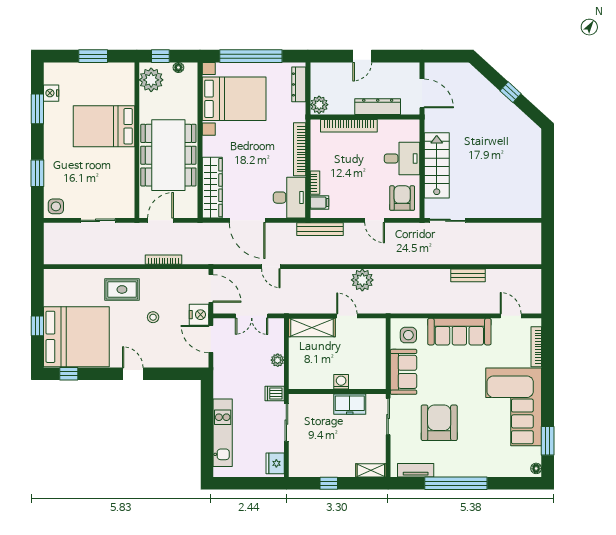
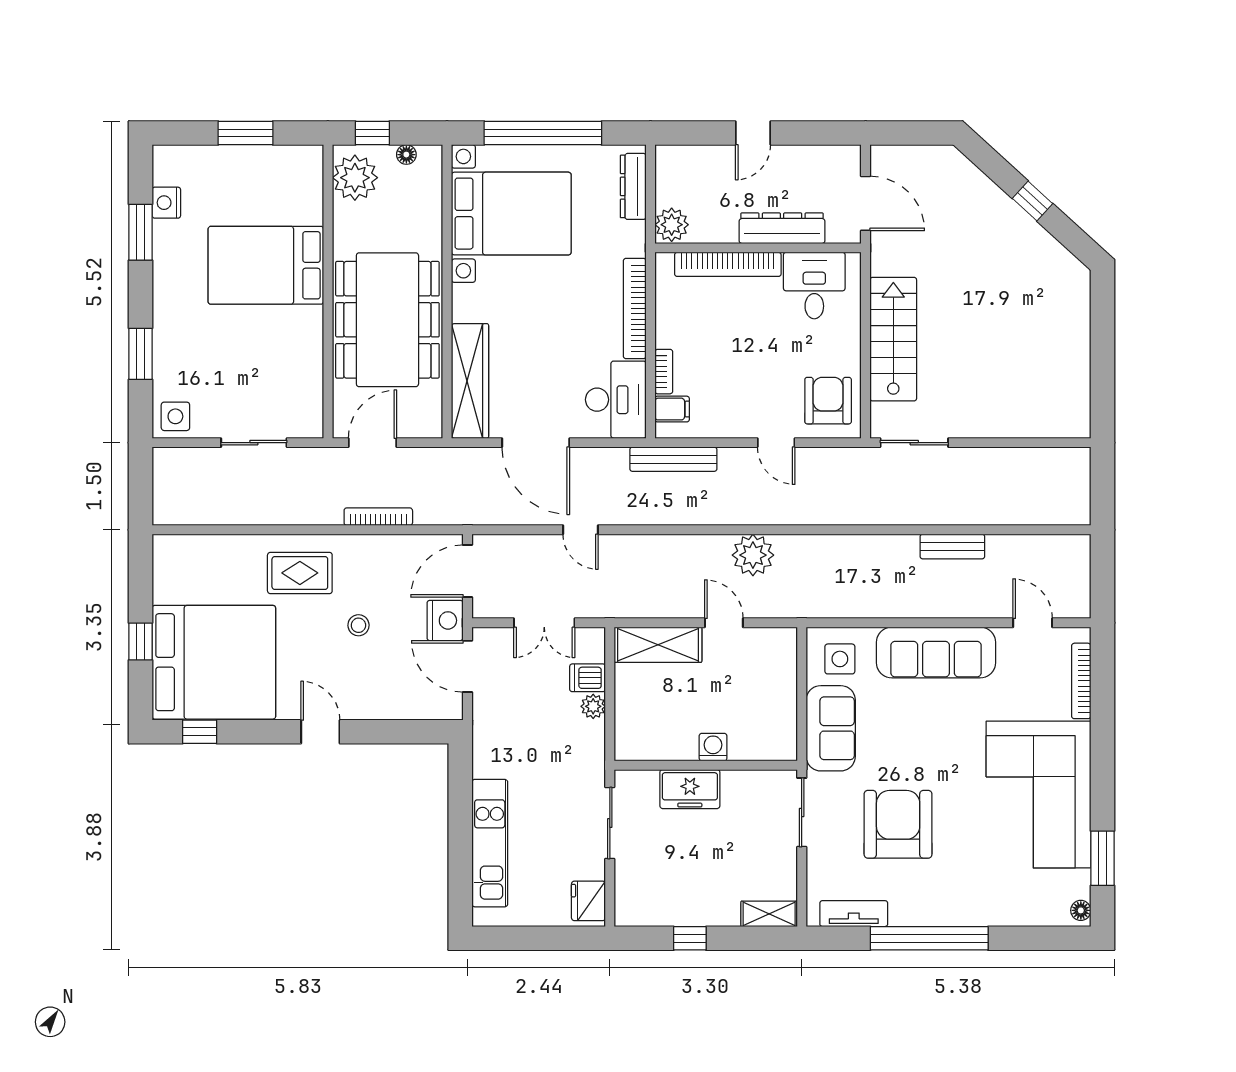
desk: (402, 159) -> (814, 286), moved, turned -90
door: (211, 288) -> (467, 571), swing flipped
dishwasher: (275, 394) -> (588, 678), moved
freezer: (350, 404) -> (690, 789), moved

